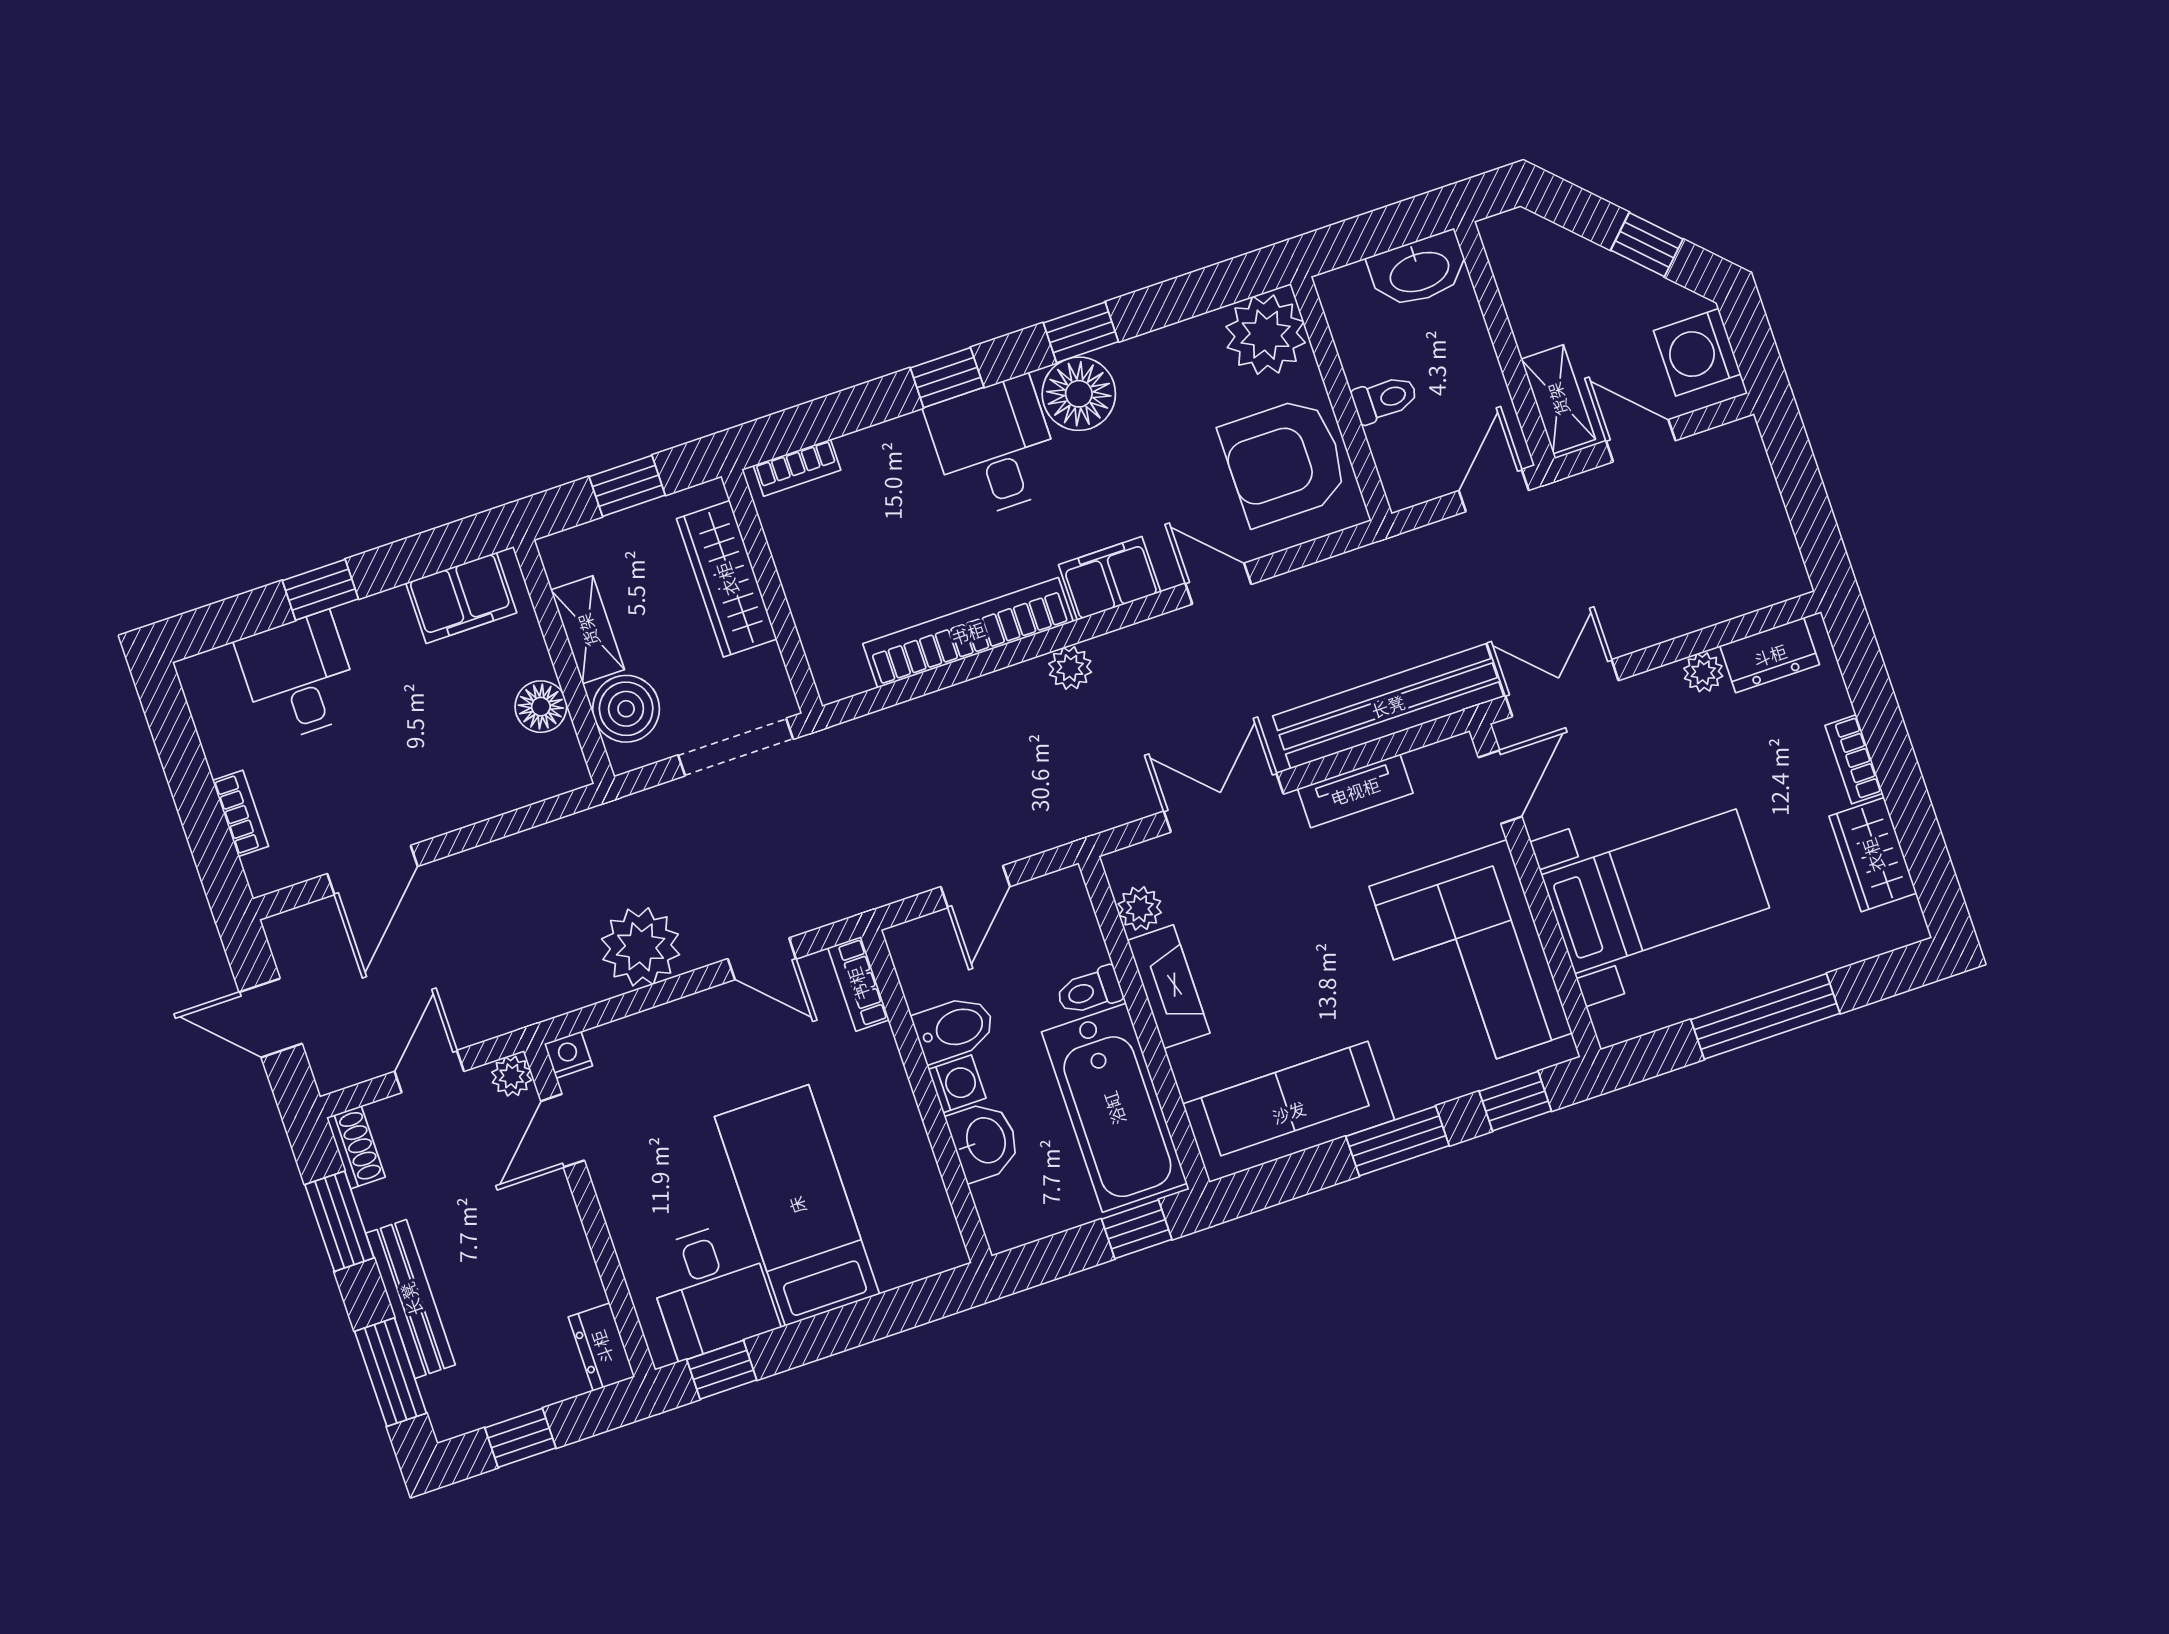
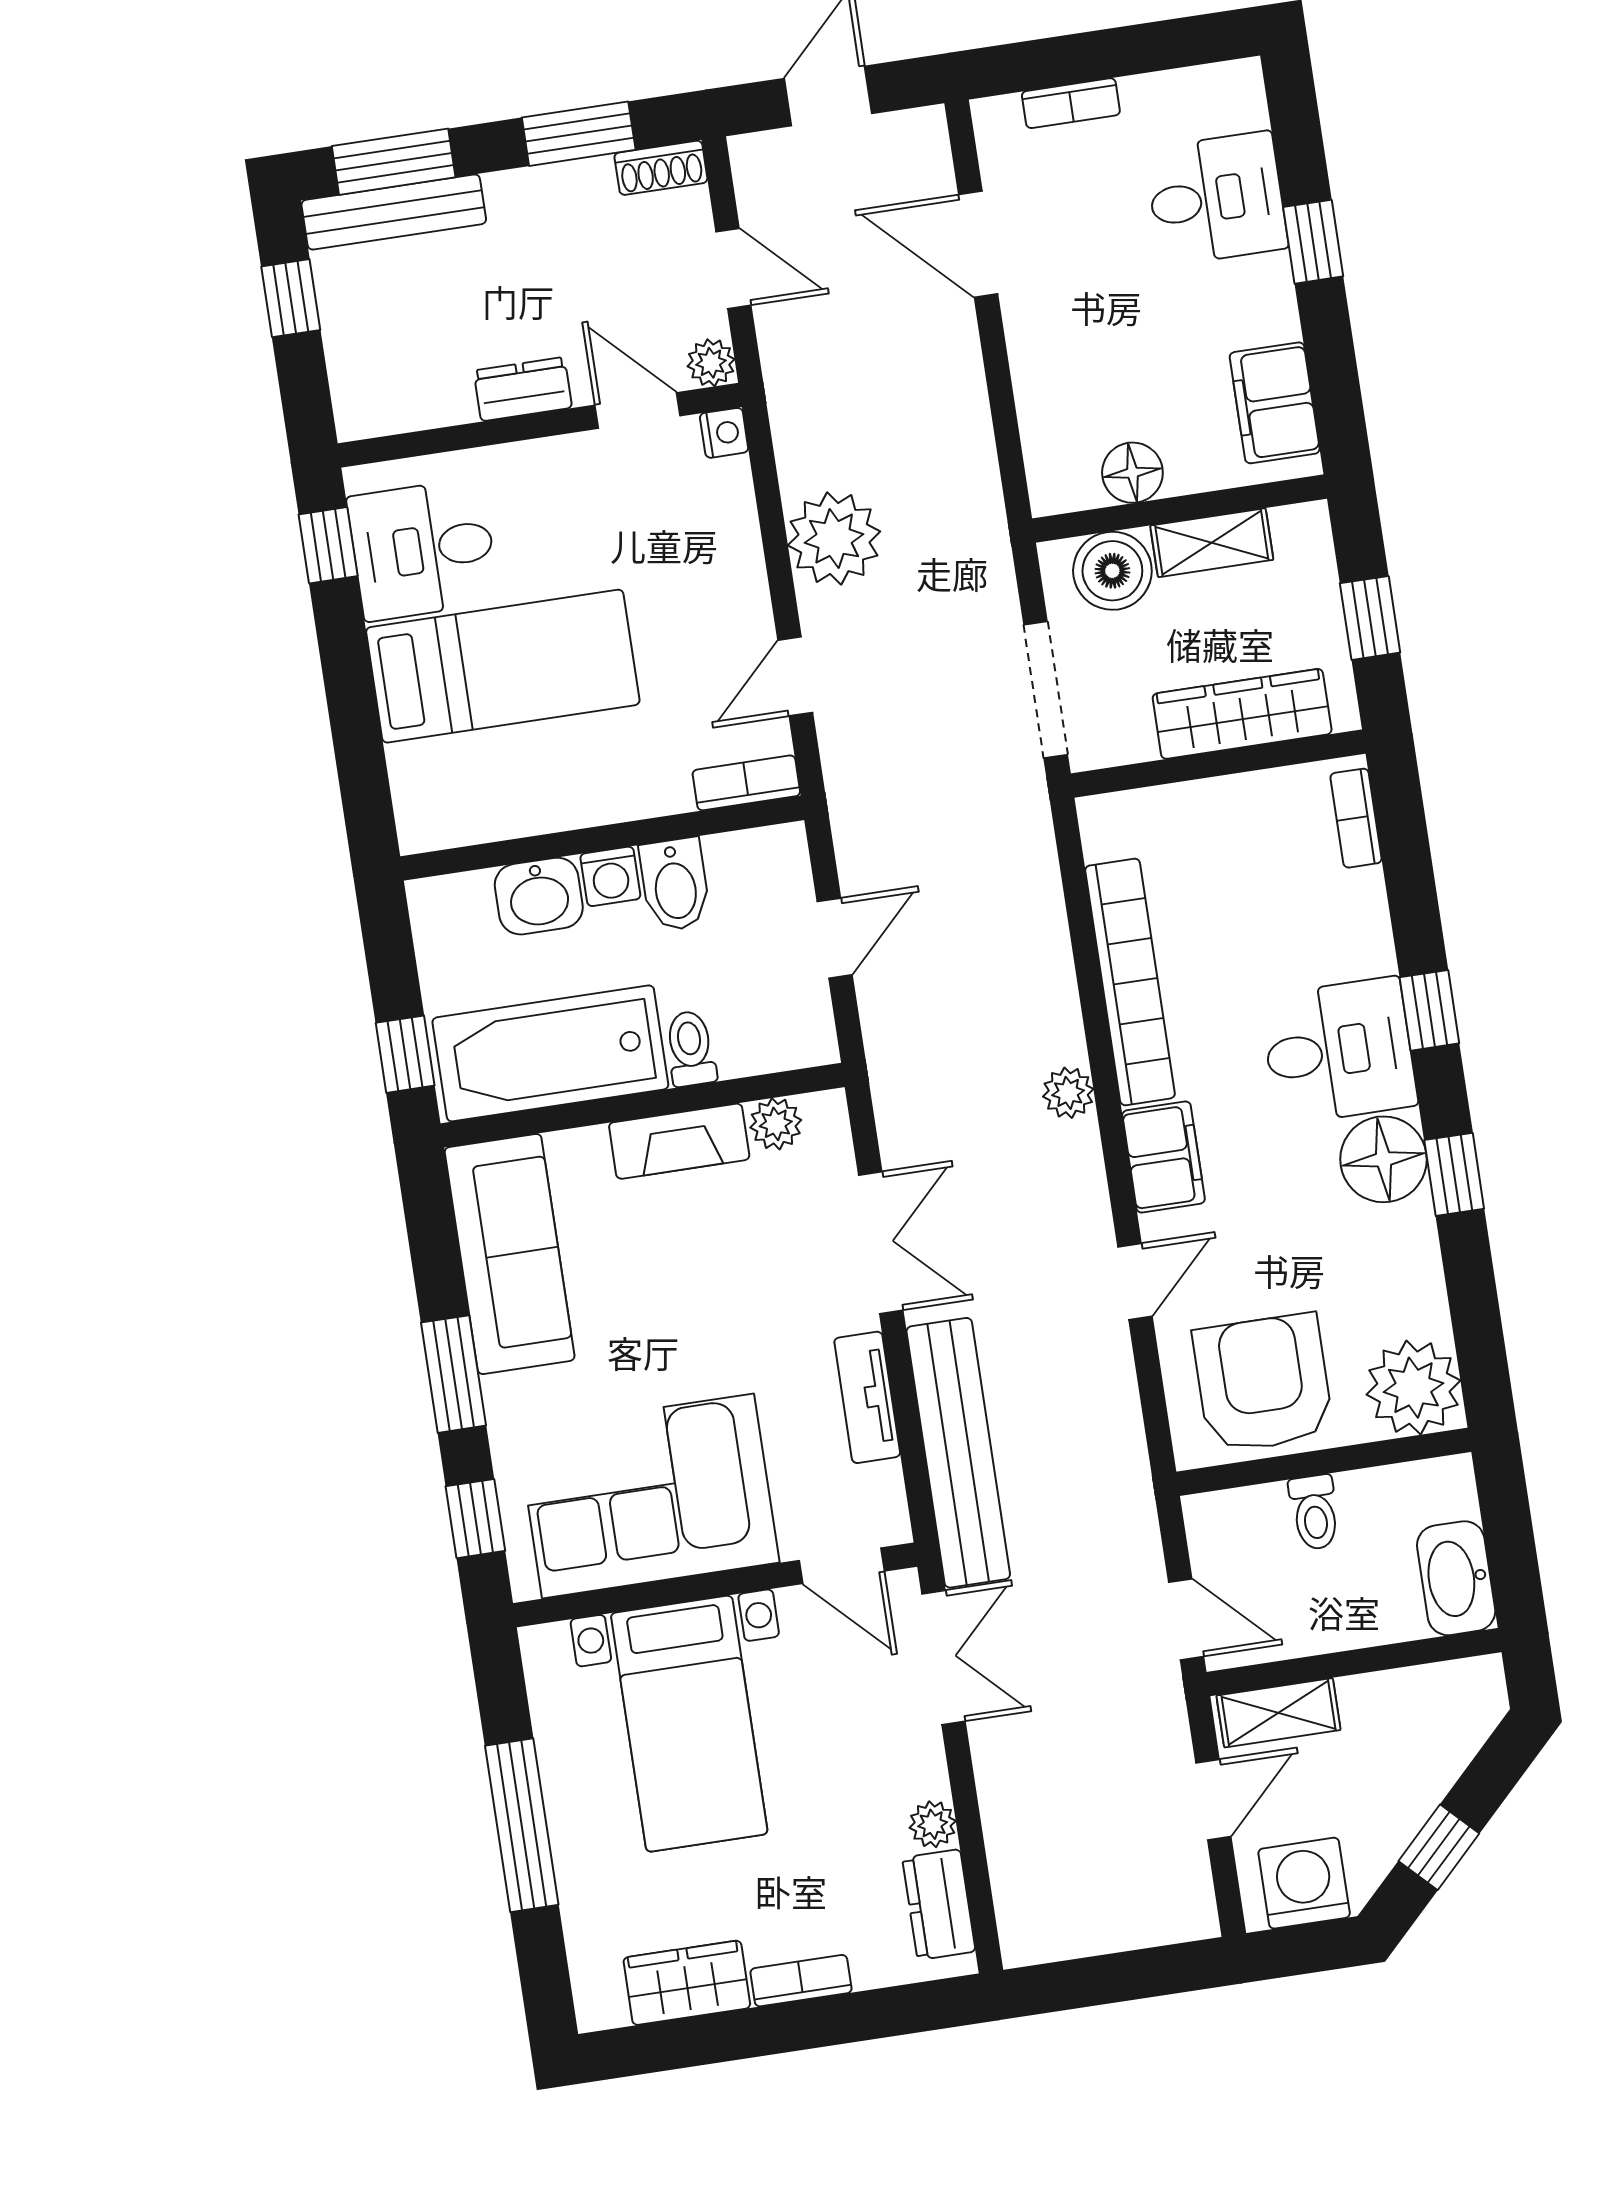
door: (975, 887) -> (835, 938), swing flipped
bench: (411, 1299) -> (394, 212), moved
dresser: (602, 1347) -> (523, 389), moved

